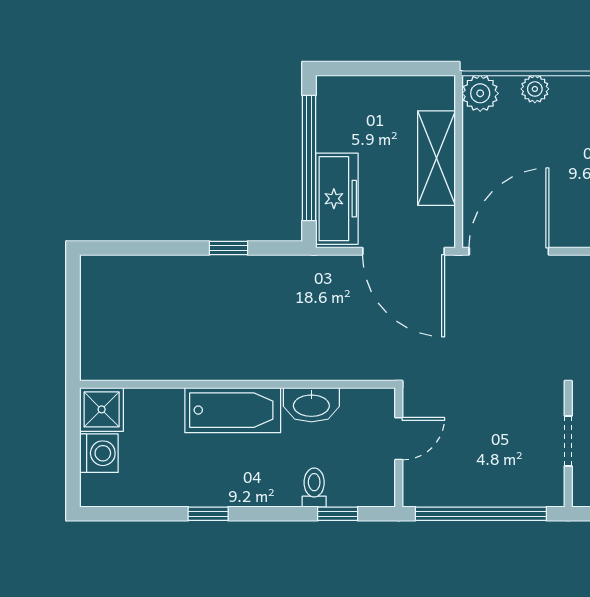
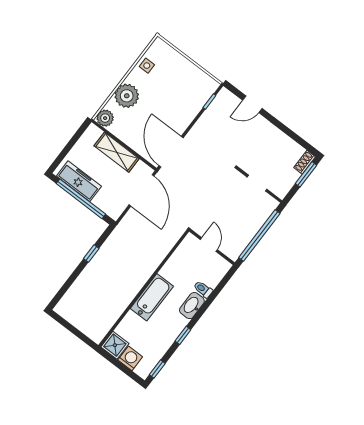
plant: (535, 89) -> (127, 96), width x1.88, depth x1.88
freezer: (337, 199) -> (79, 181), moved
door: (404, 251) -> (142, 190), hinge flipped
washbasin: (311, 405) -> (192, 306), moved, turned 180
window: (338, 514) -> (157, 369), moved

